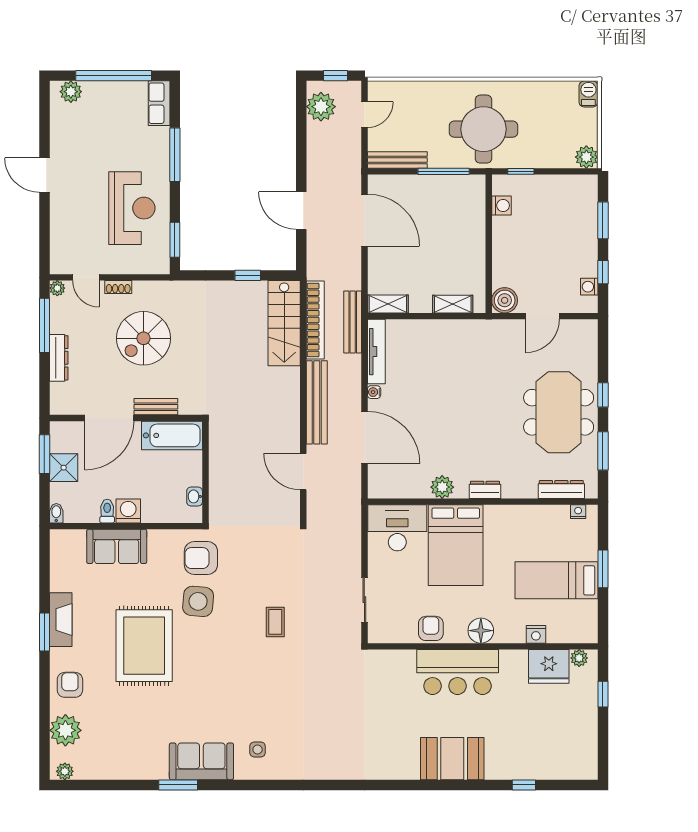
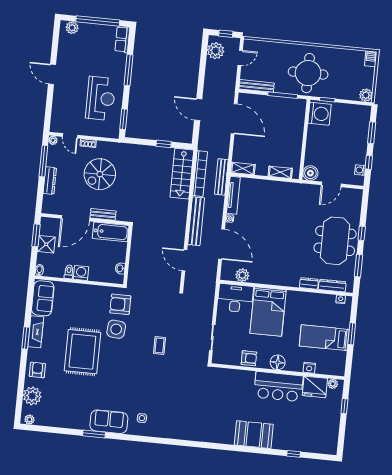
washing machine: (502, 205) -> (320, 114), width x1.89, depth x1.89
plant: (442, 487) -> (242, 275), moved
dresser: (485, 490) -> (309, 283), moved
sofa: (117, 546) -> (43, 298), moved, turned -90
armchair: (431, 628) -> (249, 358), turned 90
bar counter: (458, 672) -> (278, 387), moved

